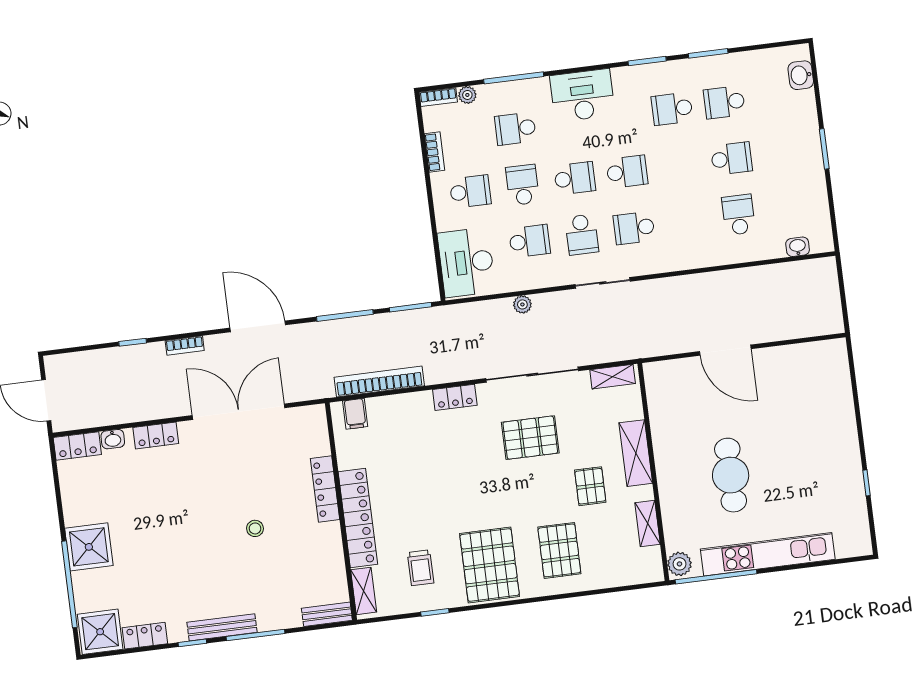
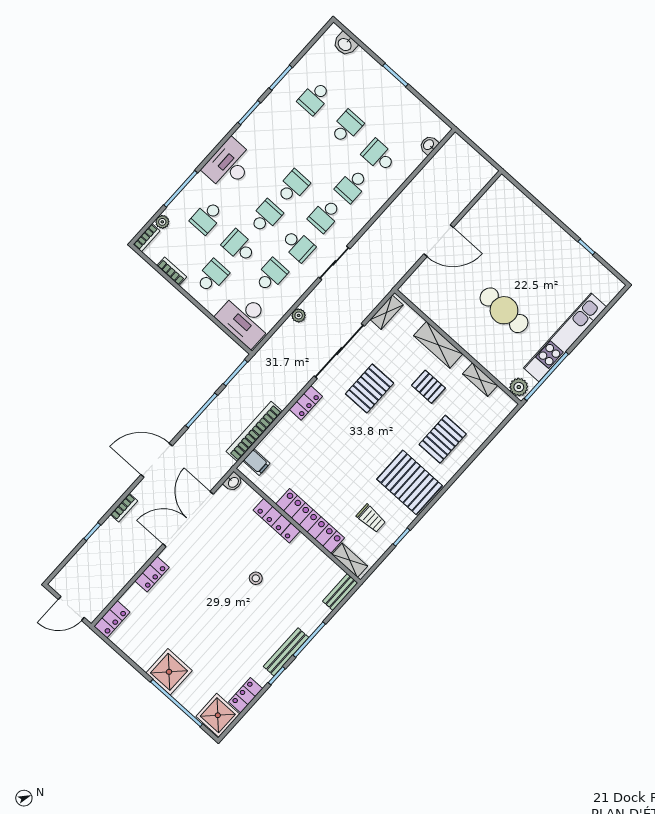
school desk: (672, 109) -> (352, 186), moved
washbasin: (113, 439) -> (233, 482), moved
pallet: (559, 550) -> (443, 439), turned 90

